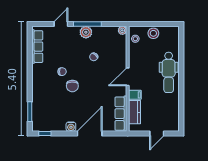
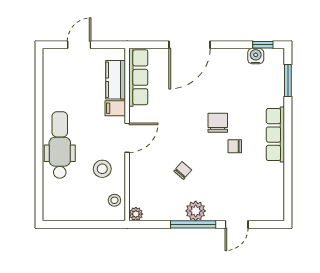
stool: (153, 33) -> (102, 169), moved
row of seats: (37, 47) -> (275, 135), moved
water cooler: (71, 127) -> (256, 56), moved

